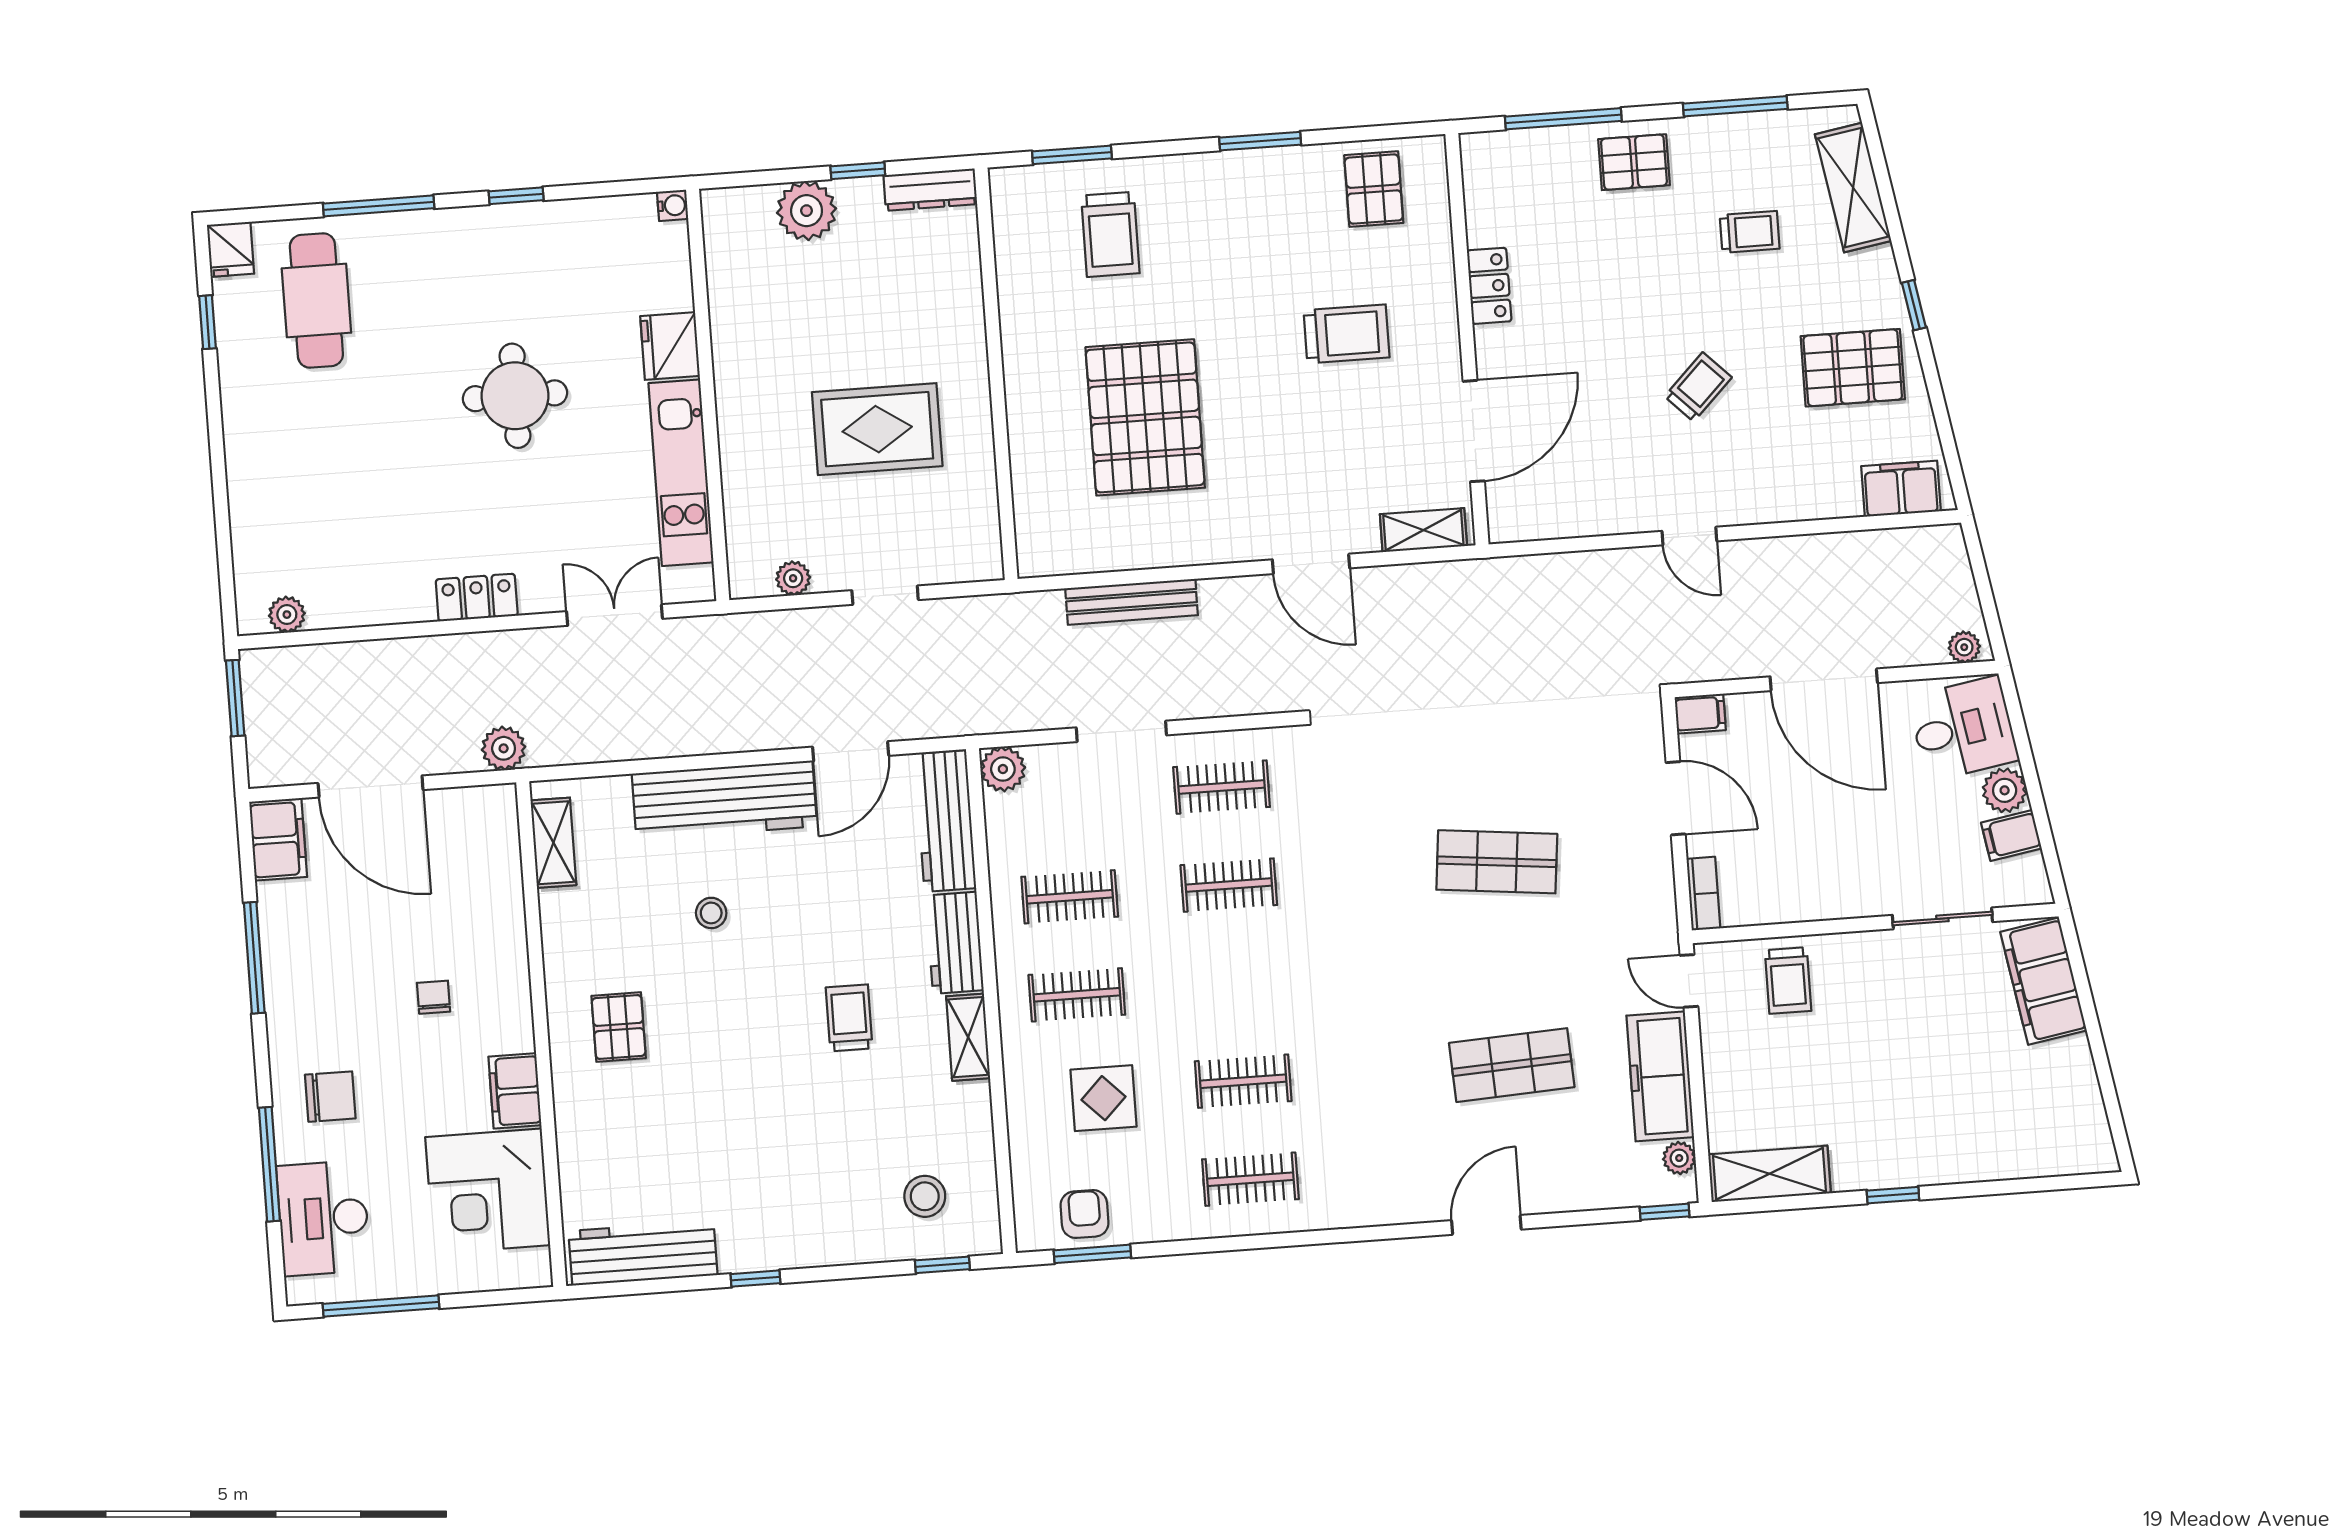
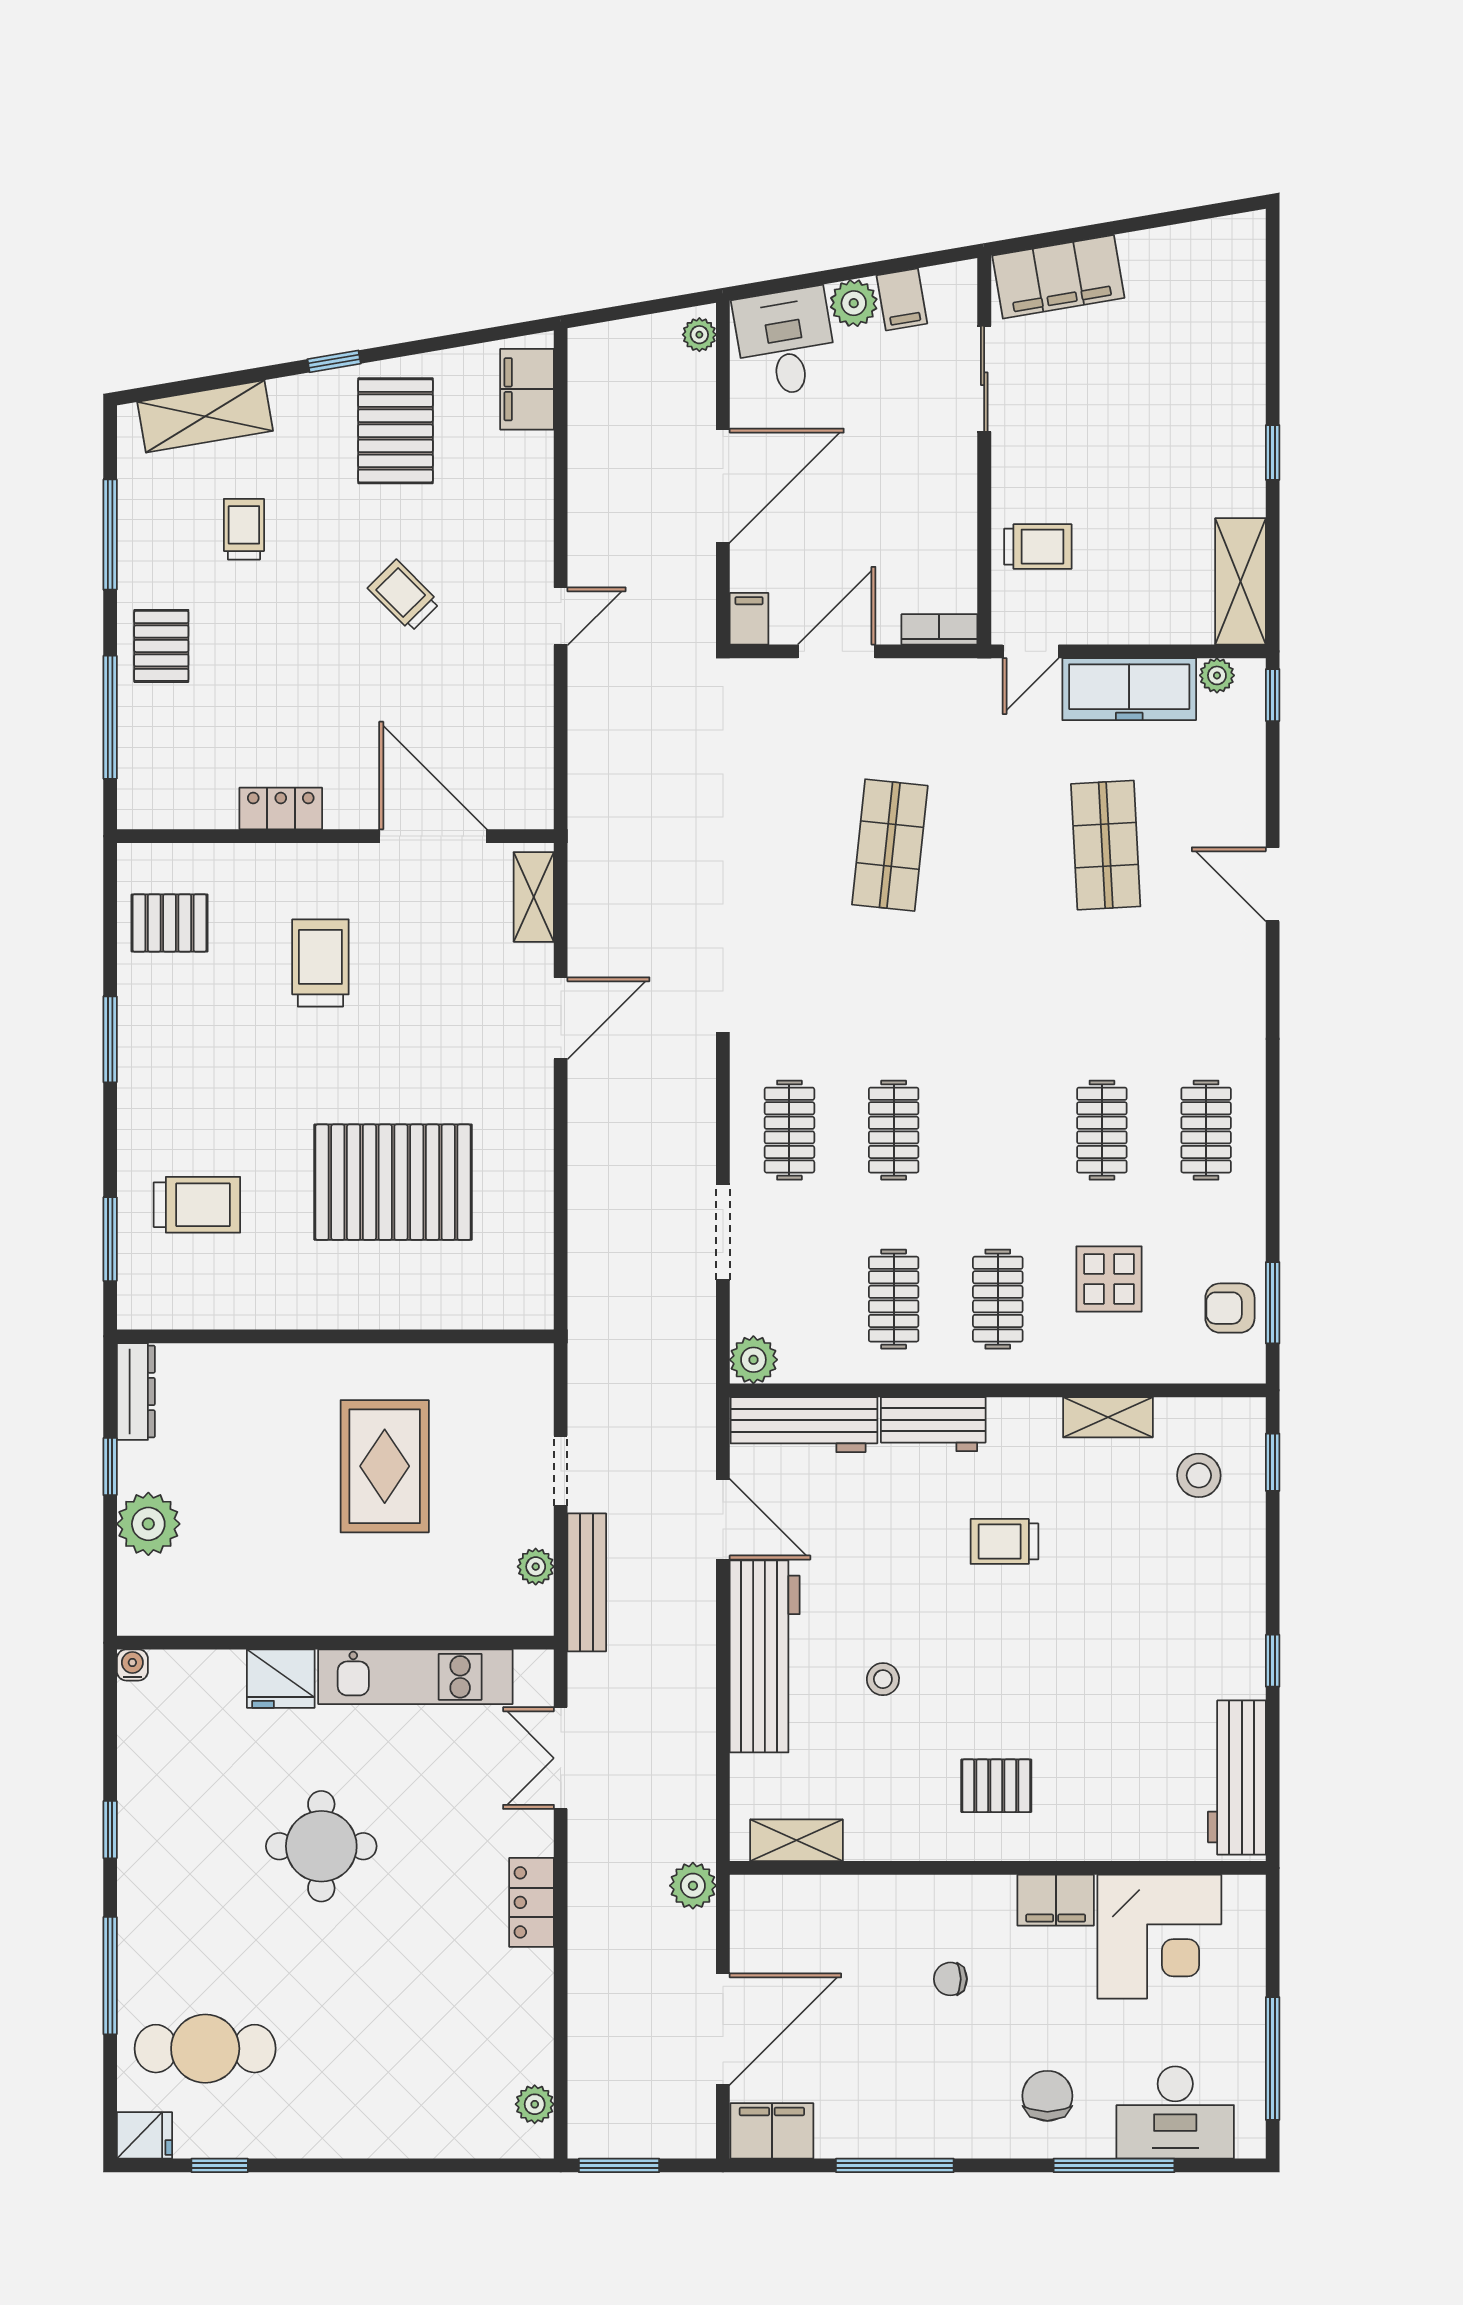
bench: (1132, 602) -> (587, 1582), moved
shelving: (968, 1037) -> (1108, 1417), moved

